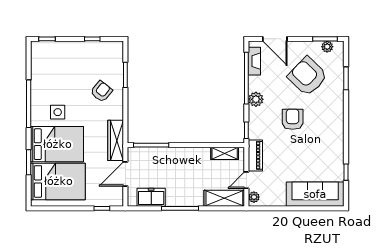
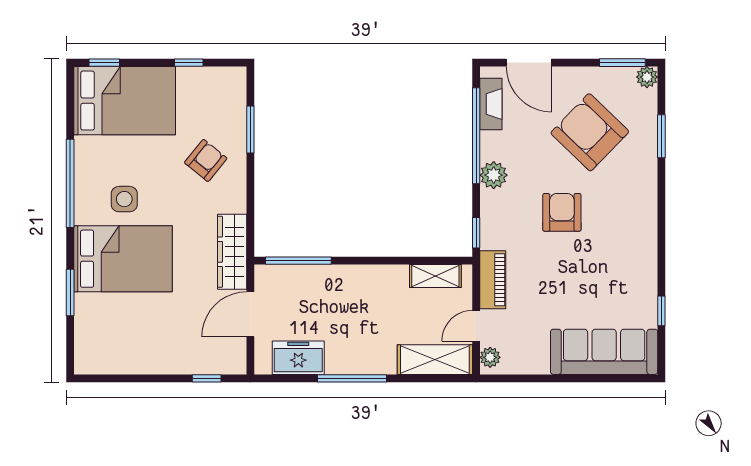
plant: (327, 47) -> (647, 77), moved
bed: (58, 181) -> (125, 101), moved

